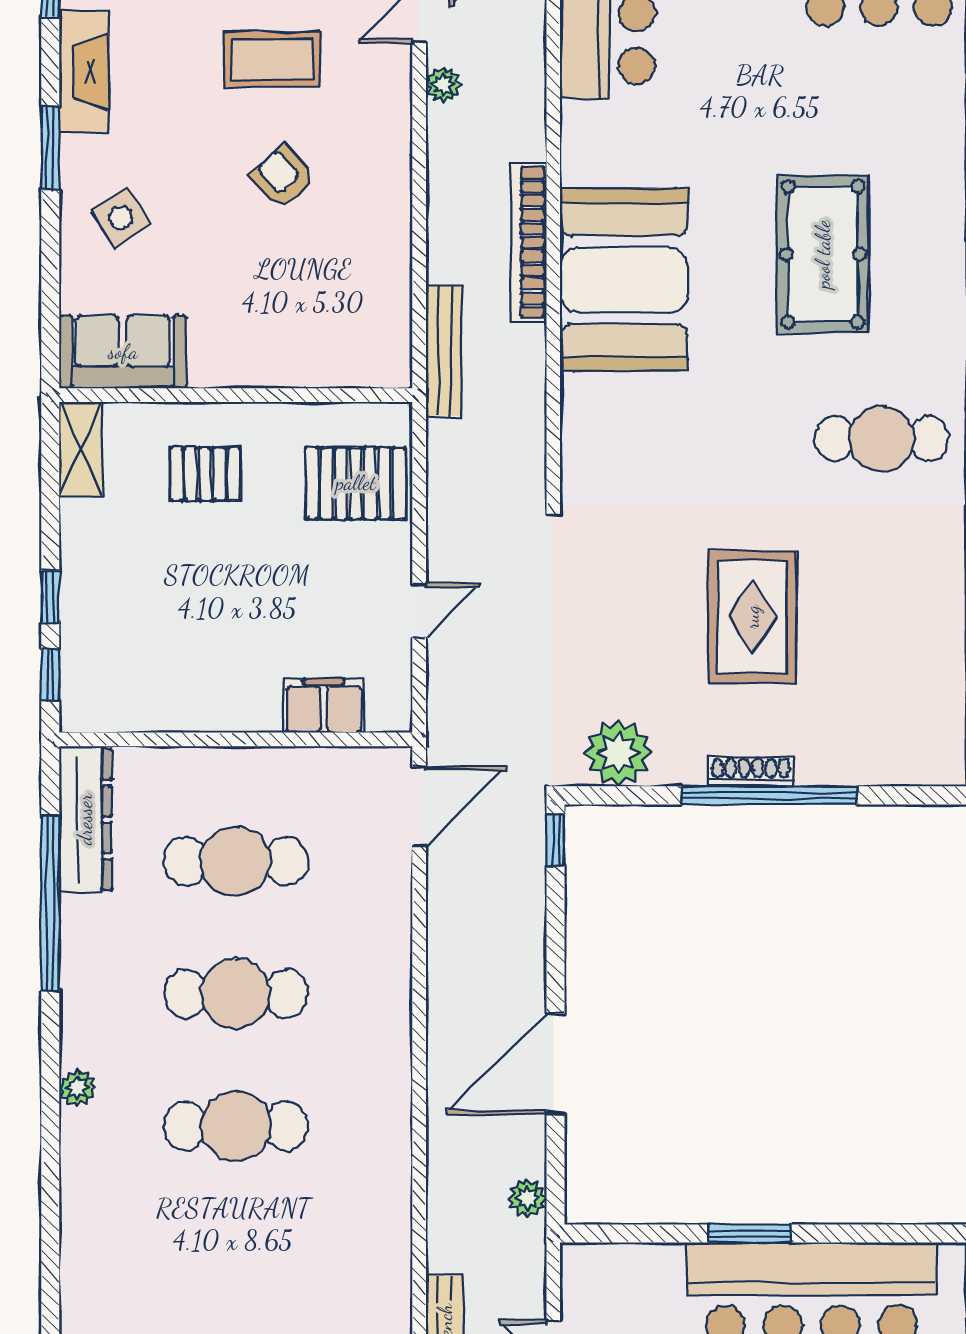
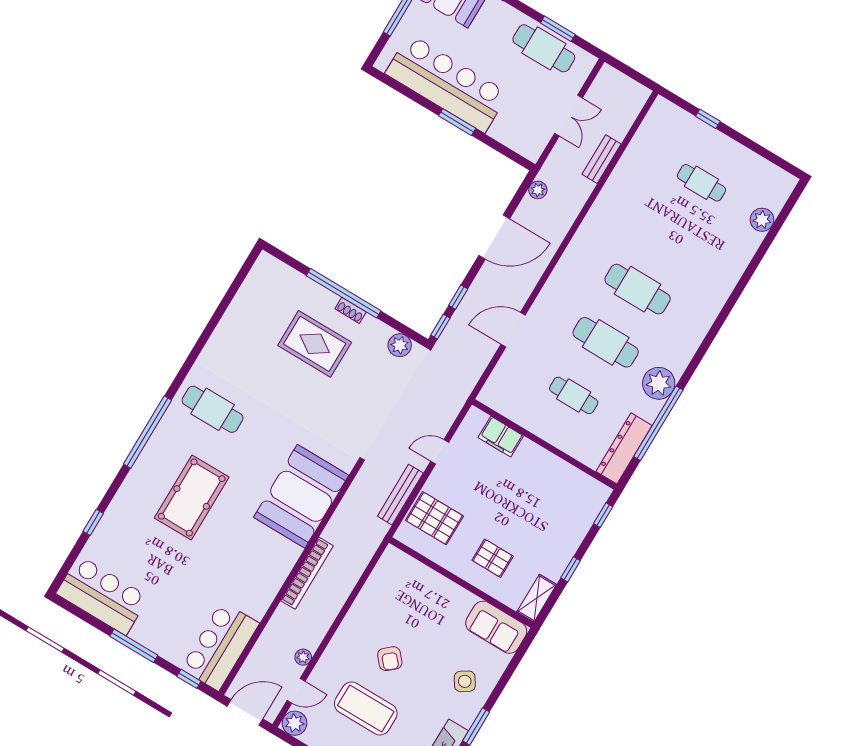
coffee table: (272, 59) -> (366, 708), width x1.36, depth x1.32
booth: (624, 280) -> (301, 496), moved
bench: (444, 351) -> (400, 495), moved
window: (50, 597) -> (571, 569), moved
rug: (752, 617) -> (315, 344), moved, turned 90
plant: (619, 753) -> (400, 345), width x0.73, depth x0.73
shoe rack: (751, 772) -> (351, 310), width x0.70
door: (419, 806) -> (513, 330), moved
cafe table: (236, 861) -> (574, 395), width x0.73, depth x0.74
window: (555, 914) -> (458, 297), added
plant: (78, 1088) -> (659, 383), moved, width x1.88, depth x1.88

